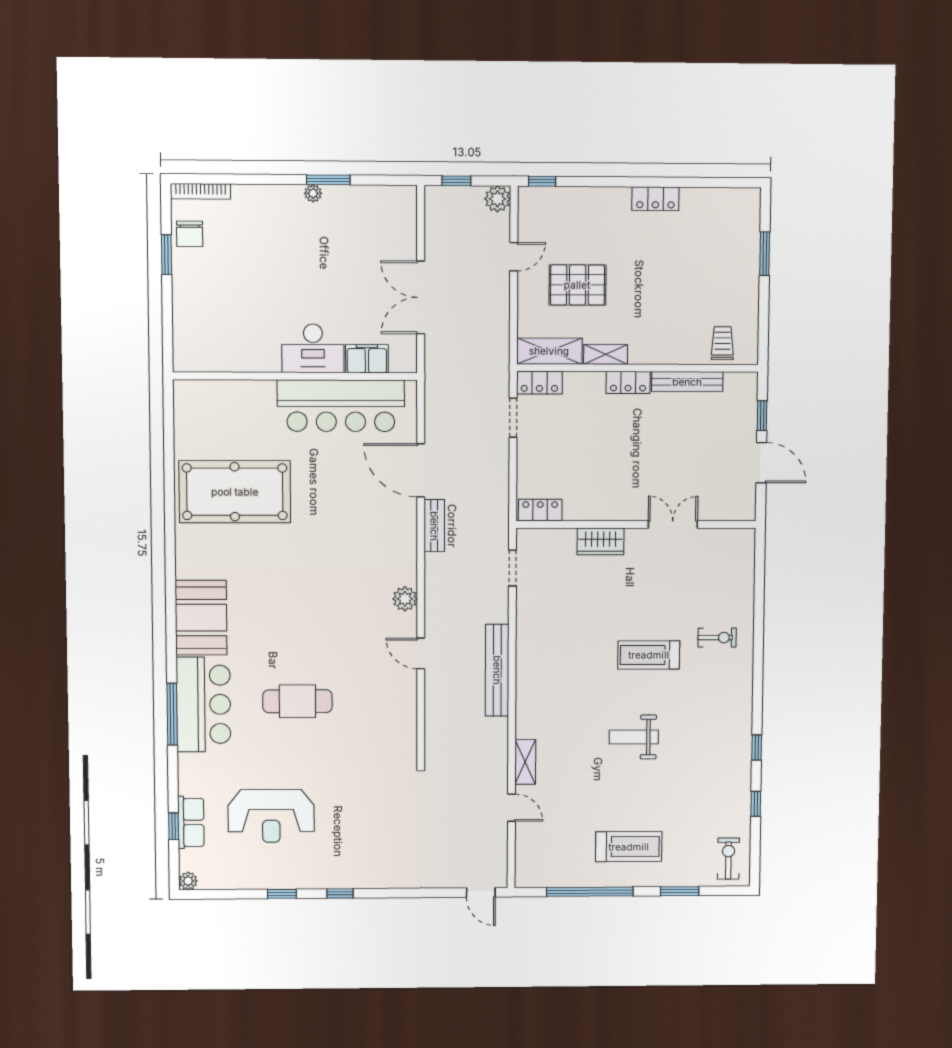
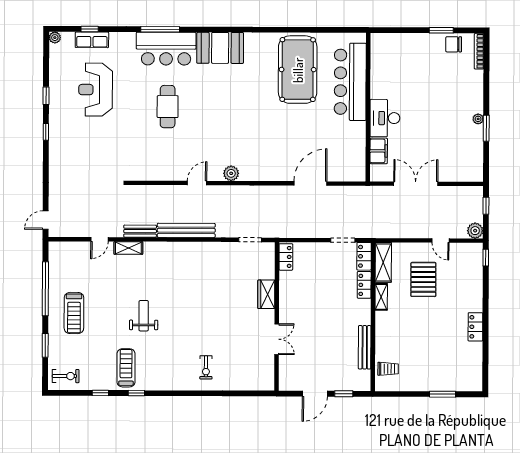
locker: (628, 383) -> (364, 285), moved
bar counter: (341, 406) -> (350, 82), moved
bench: (434, 526) -> (140, 231), moved
treadmill: (649, 655) -> (126, 368), moved

